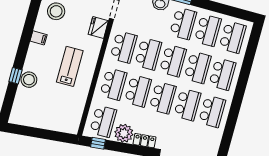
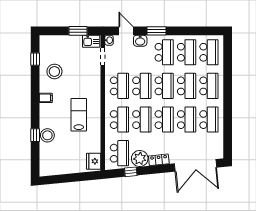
fridge: (98, 28) -> (94, 161), moved
window: (98, 143) -> (131, 172), moved

